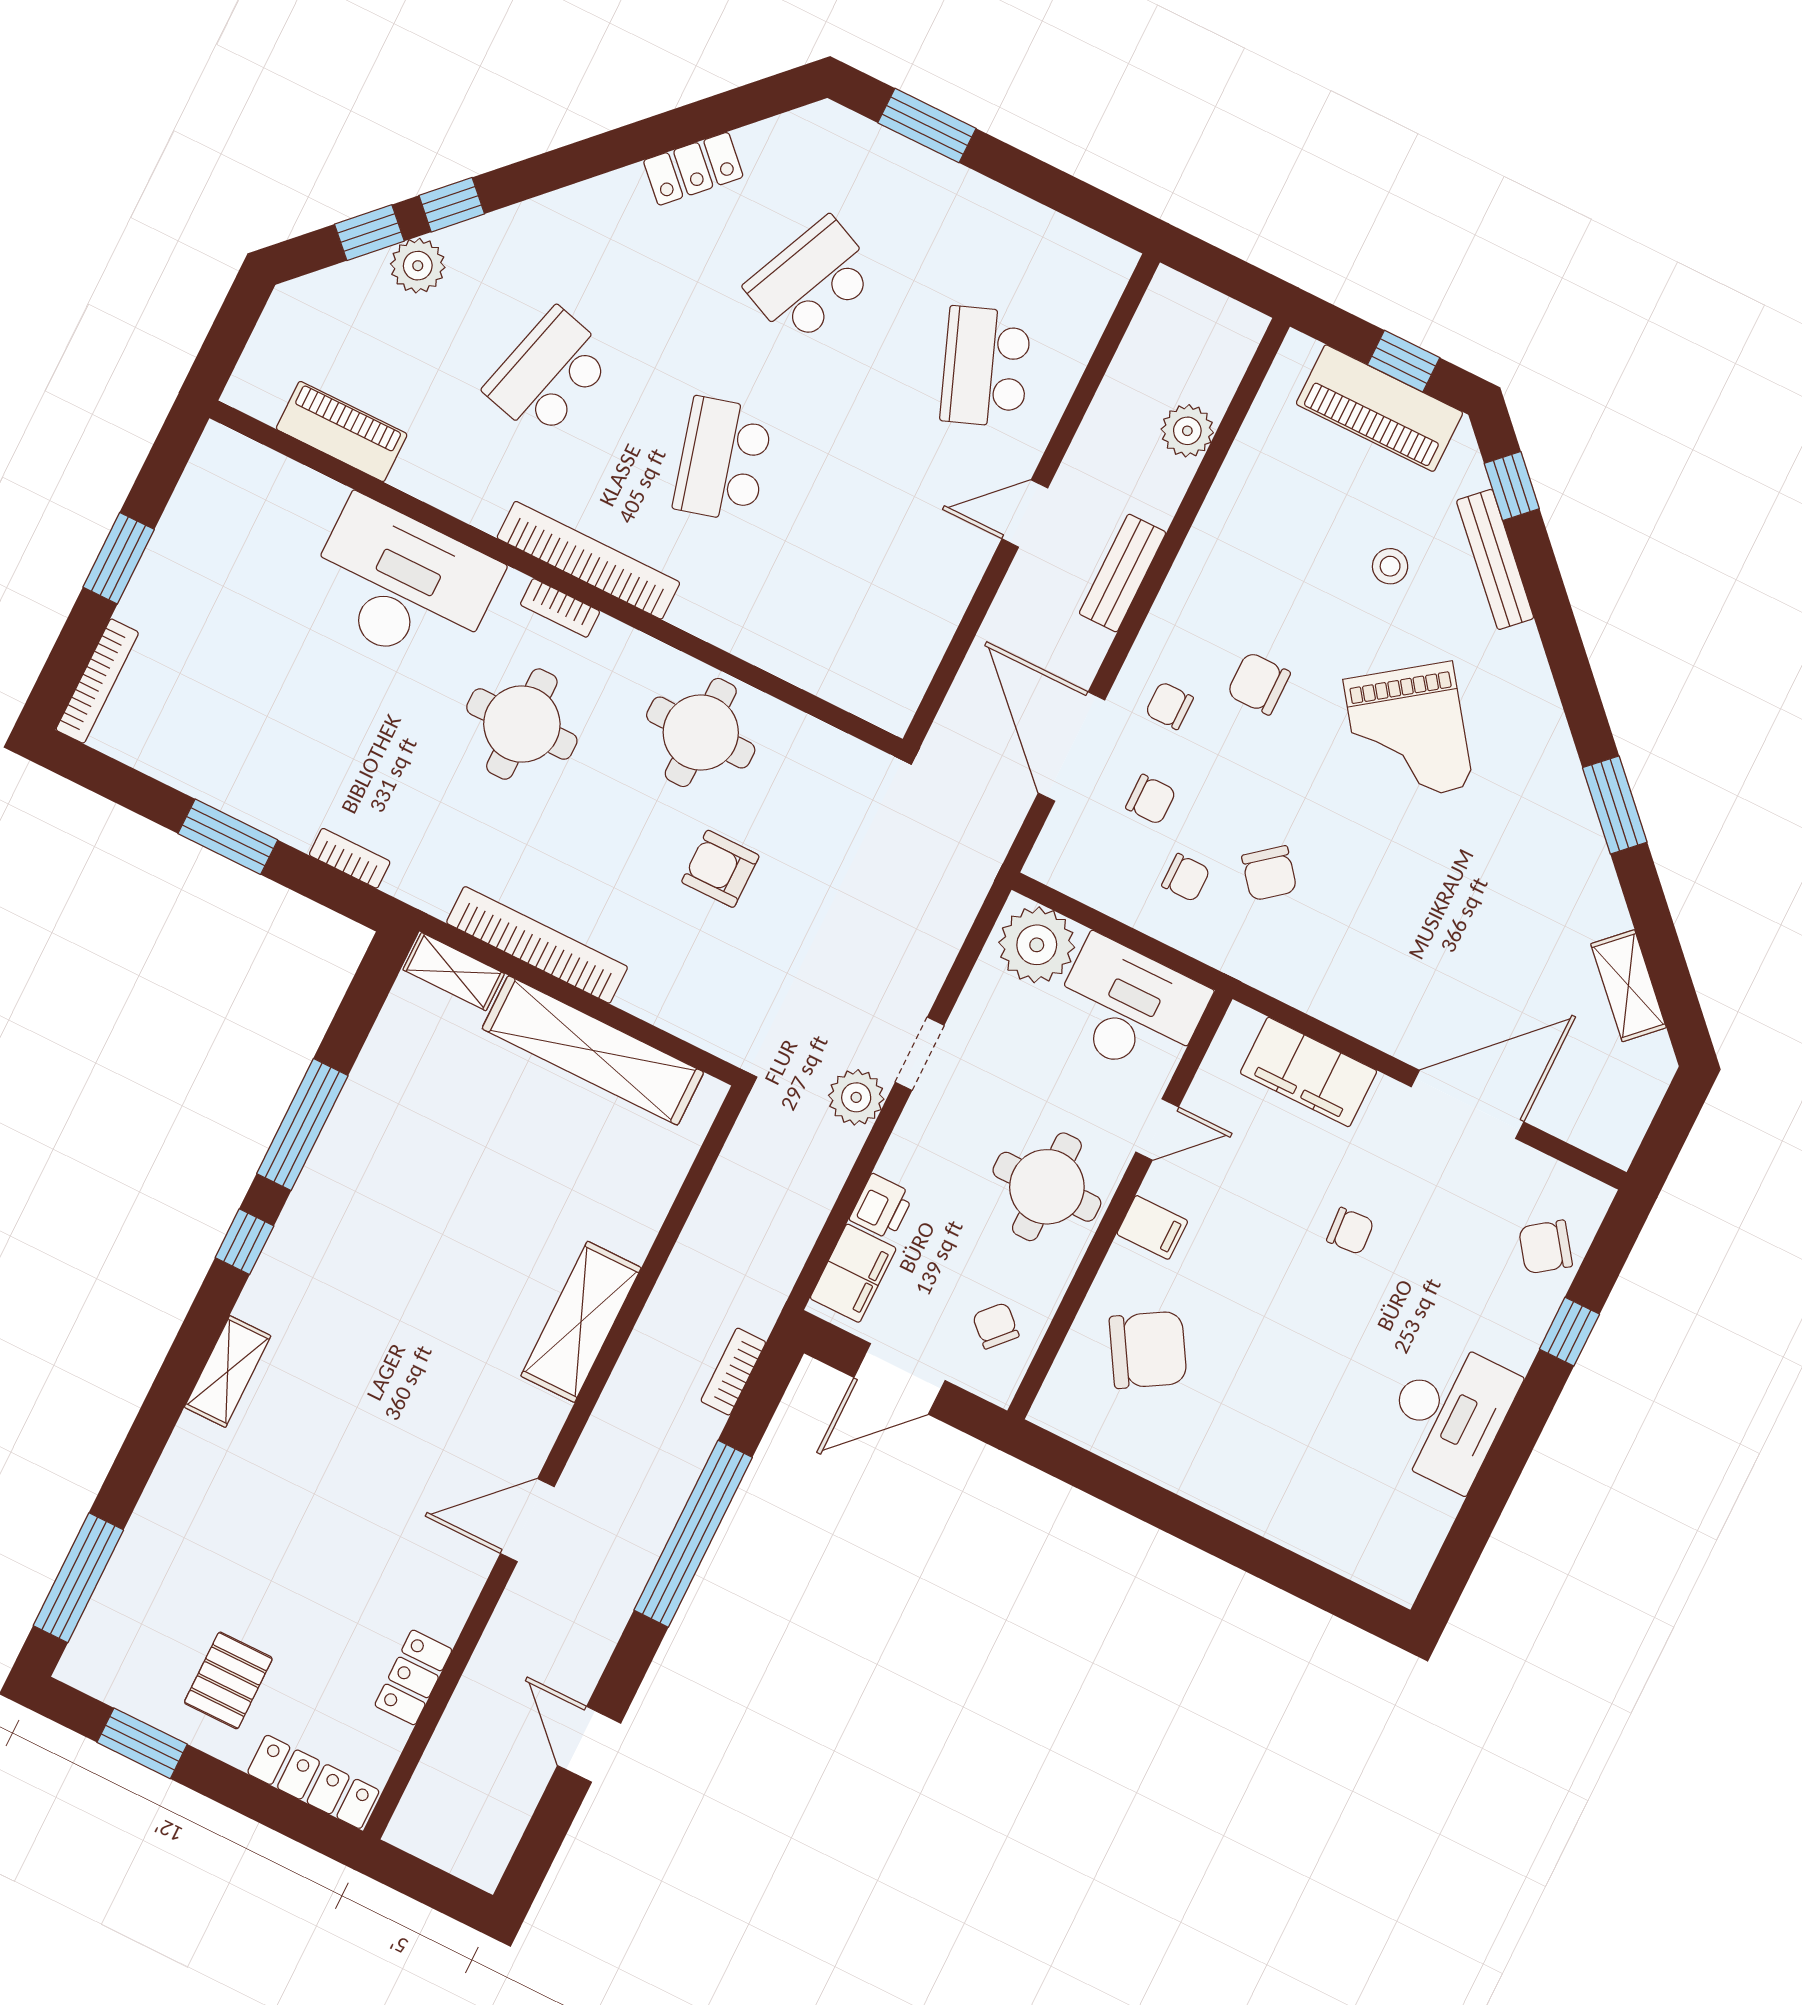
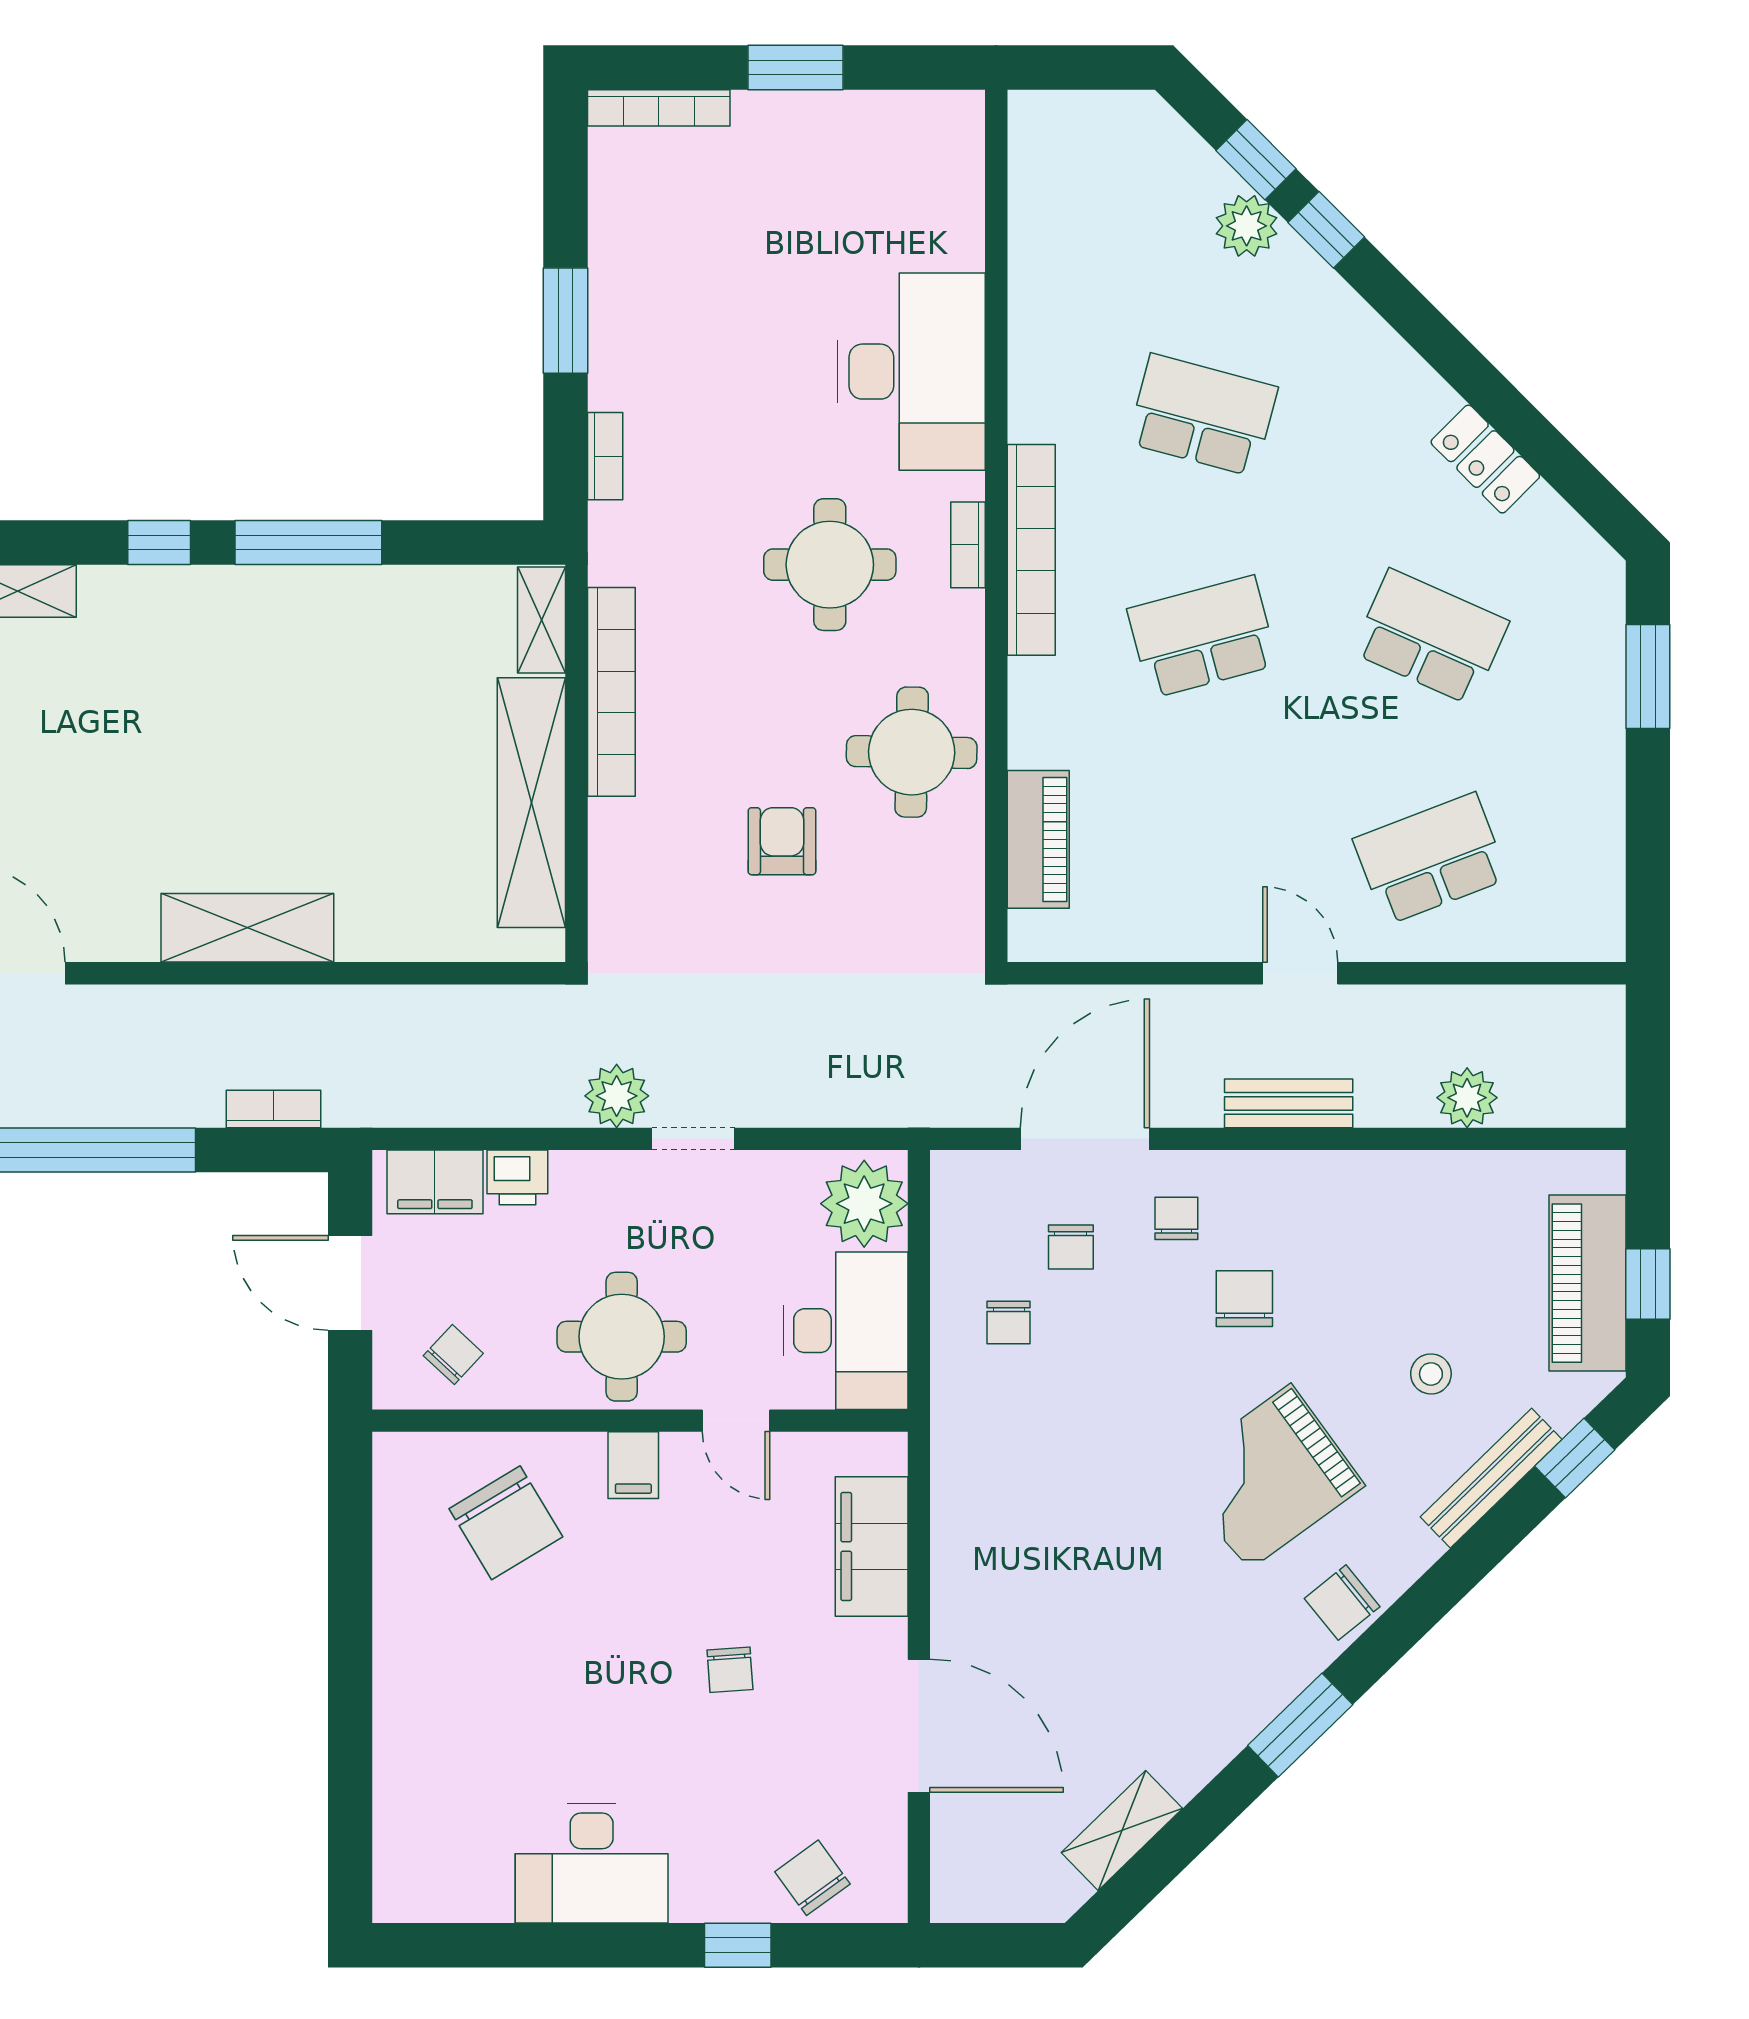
piano: (342, 432) -> (1038, 839), moved
chair: (1269, 873) -> (1342, 1603), moved

